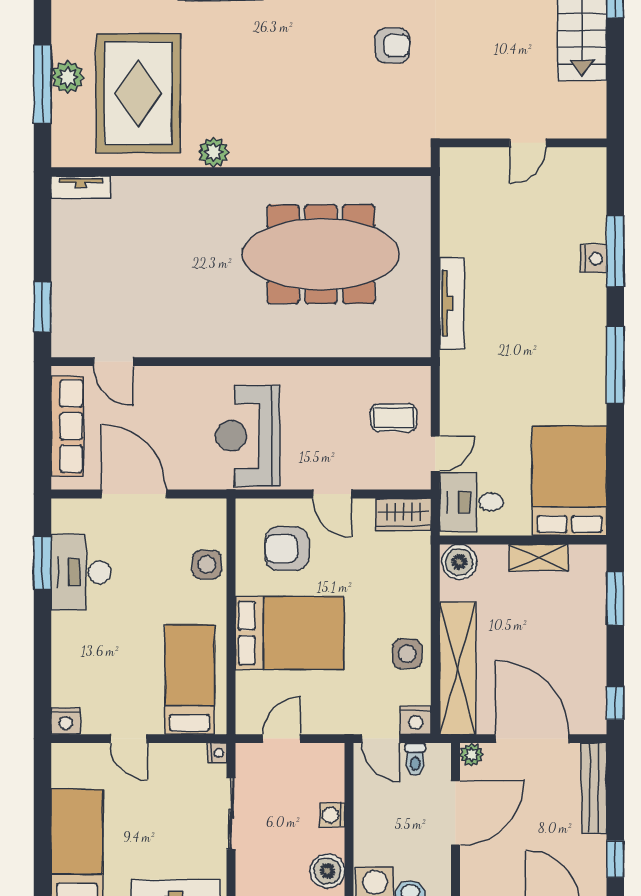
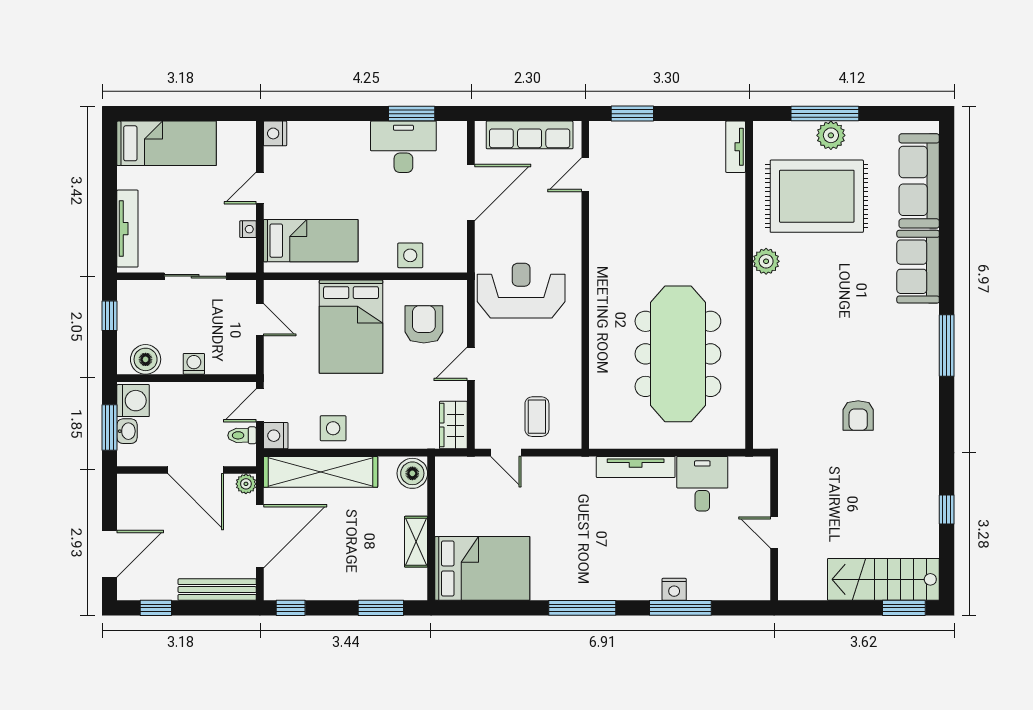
desk: (471, 502) -> (702, 484), moved
nightstand: (217, 753) -> (248, 229), moved, turned -90

